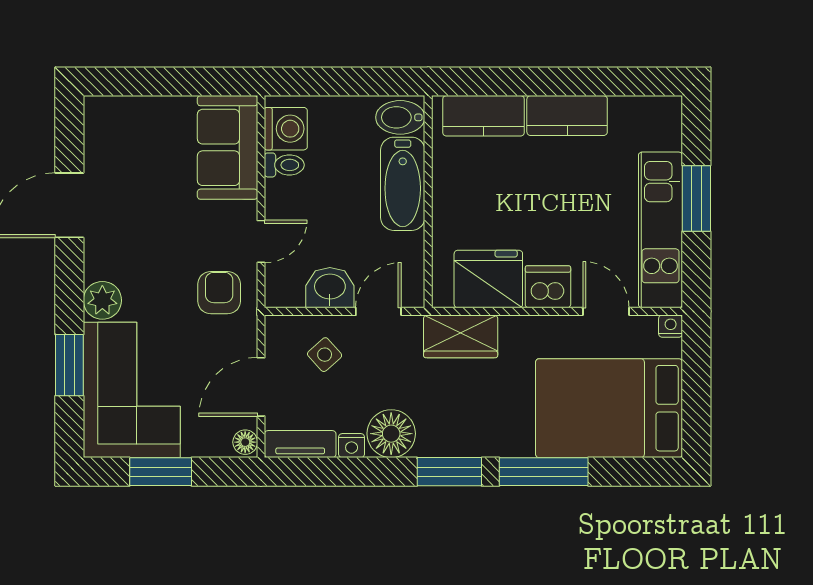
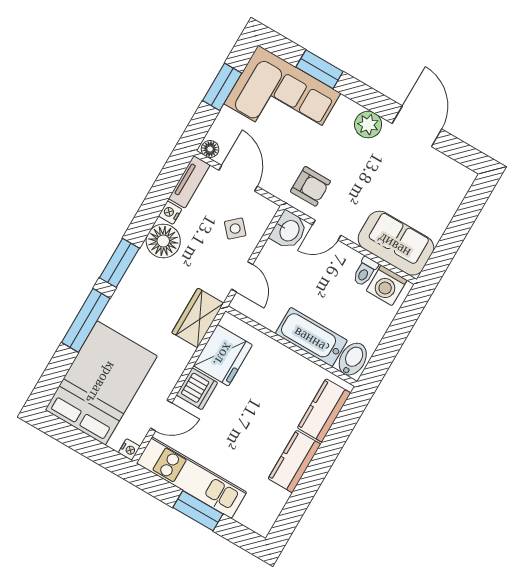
door: (261, 241) -> (327, 230), hinge flipped
washbasin: (330, 288) -> (289, 230), moved
plant: (102, 300) -> (368, 125), moved

